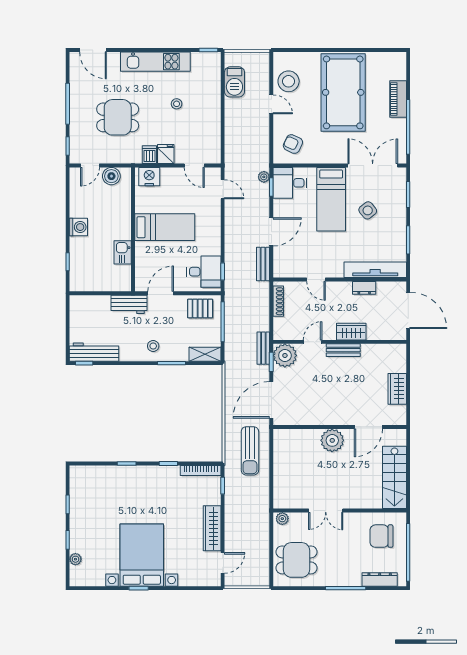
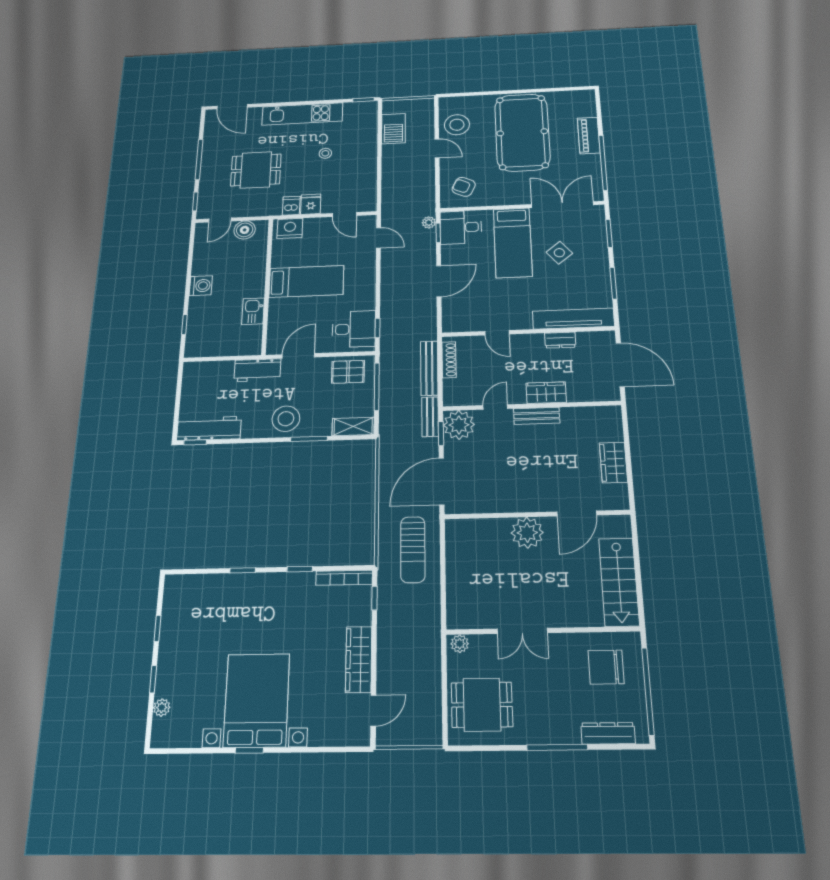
bench: (263, 264) -> (429, 368), moved, width x1.36
stool: (153, 346) -> (286, 419), width x1.89, depth x1.89

